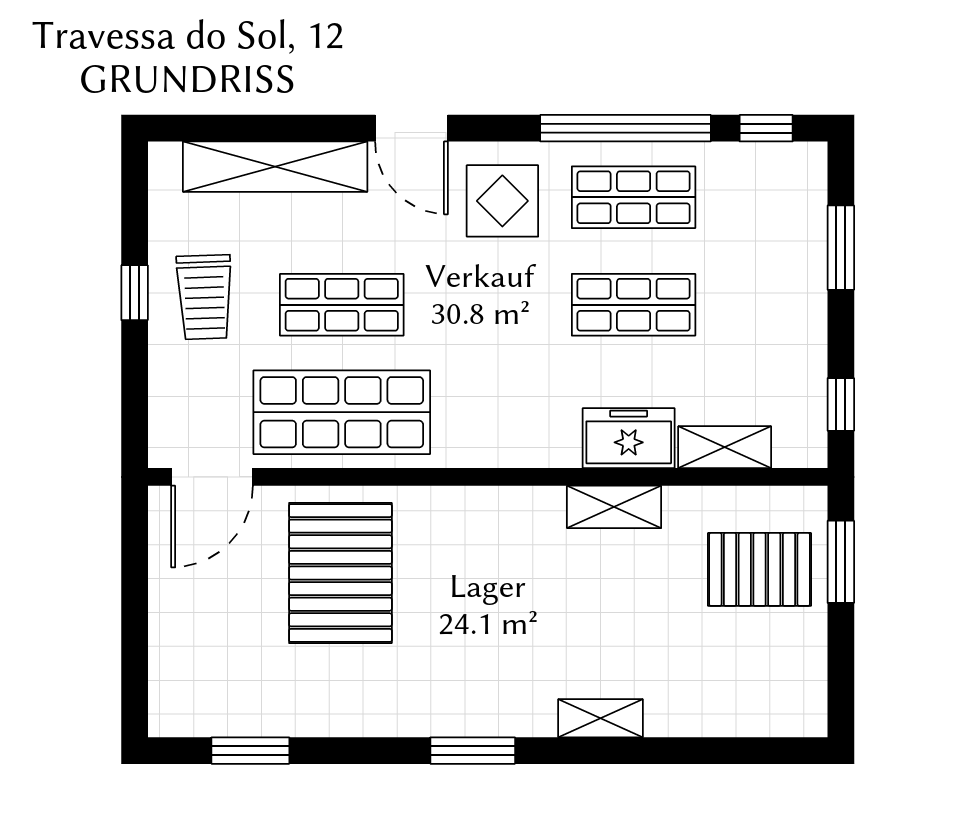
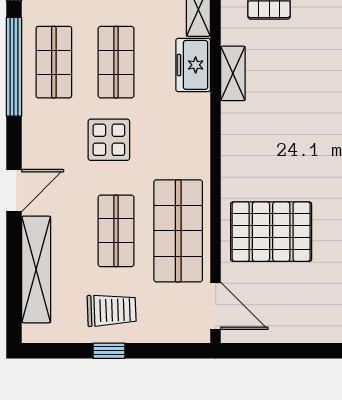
display table: (502, 201) -> (109, 140), moved

